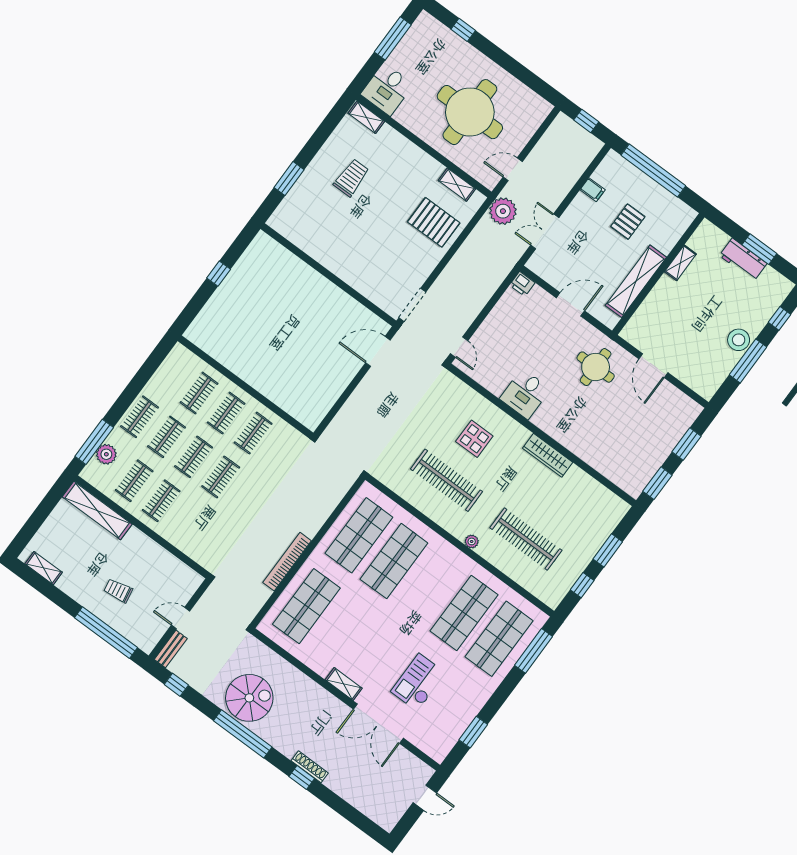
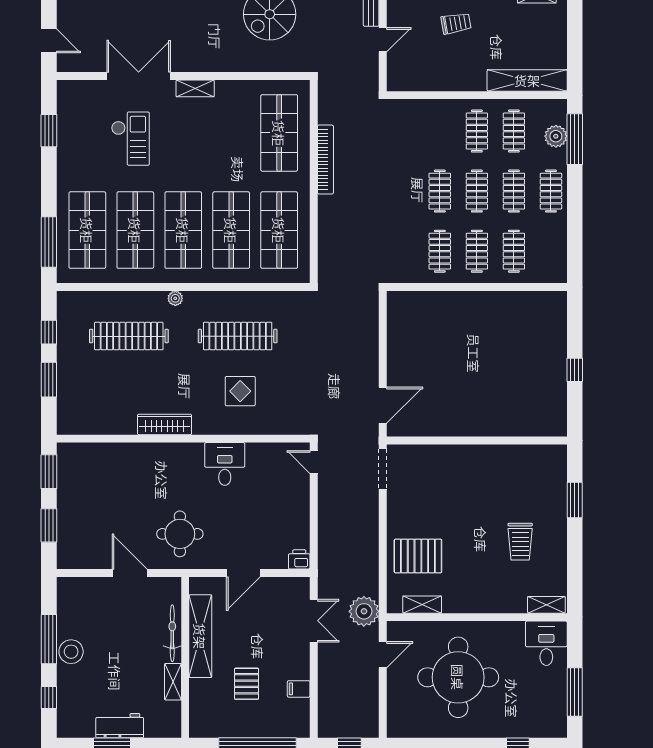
bicycle: (655, 299) -> (172, 633), added
shop shelf: (429, 587) -> (183, 230), added
door: (425, 798) -> (49, 41), swing flipped

